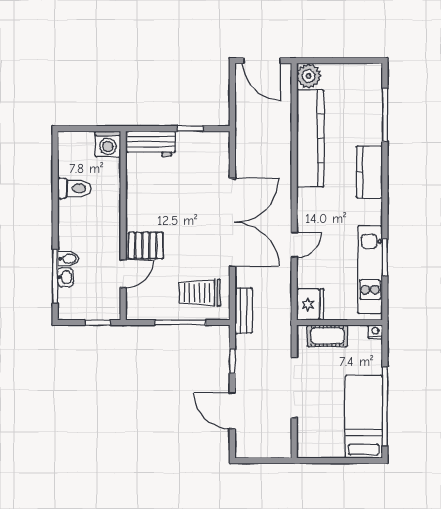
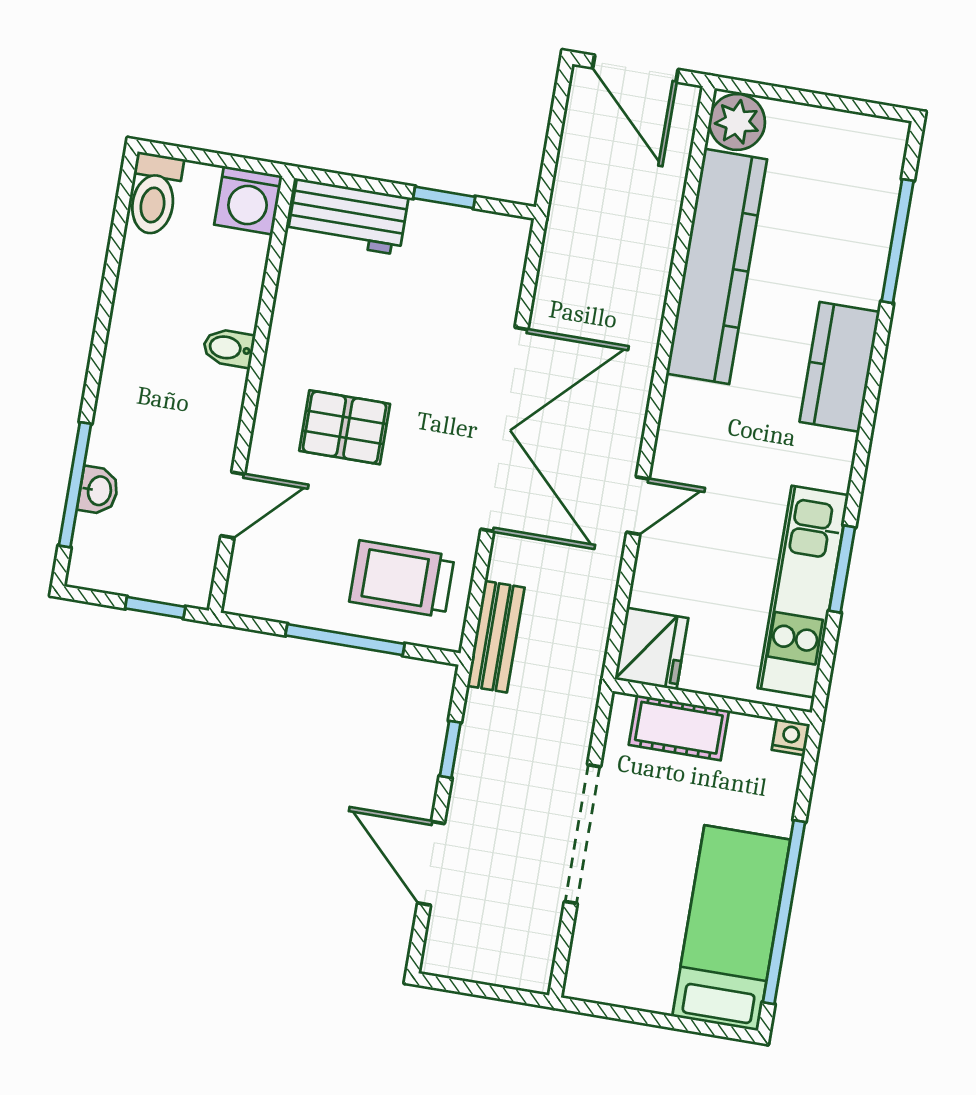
toilet: (74, 188) -> (154, 194), moved, turned 90
pallet: (146, 246) -> (345, 427), moved
bidet: (68, 259) -> (229, 348), moved, turned 180

